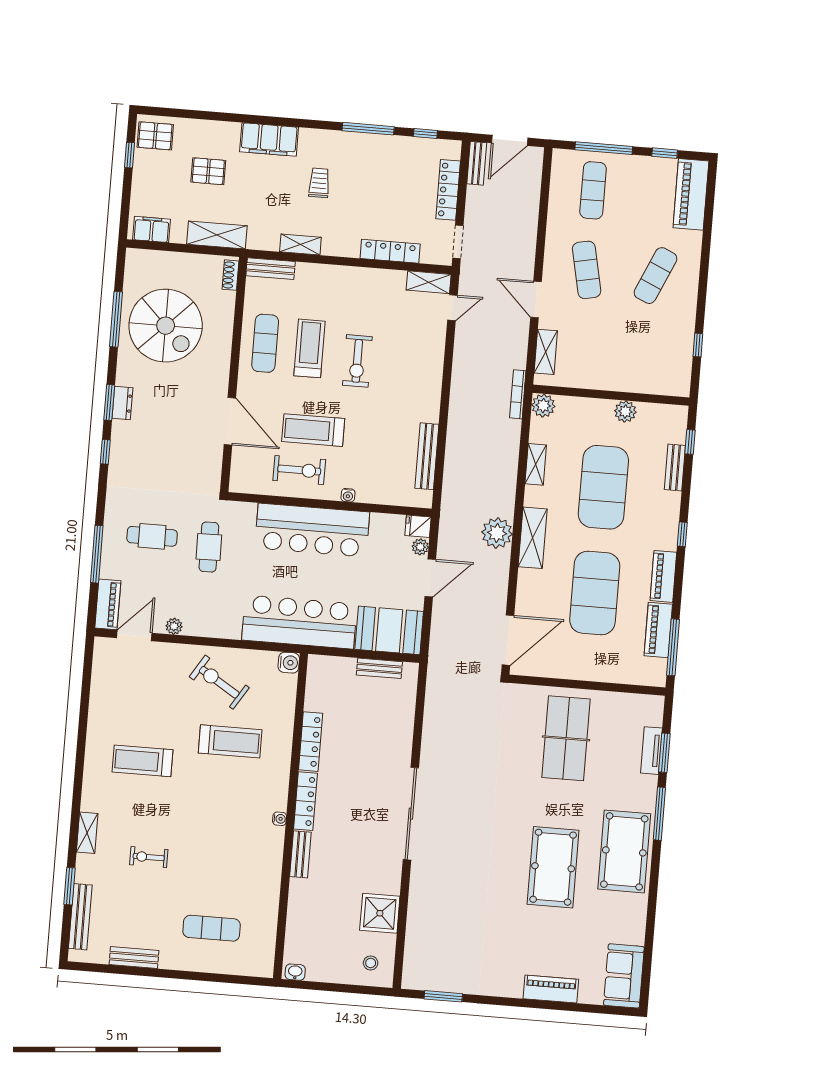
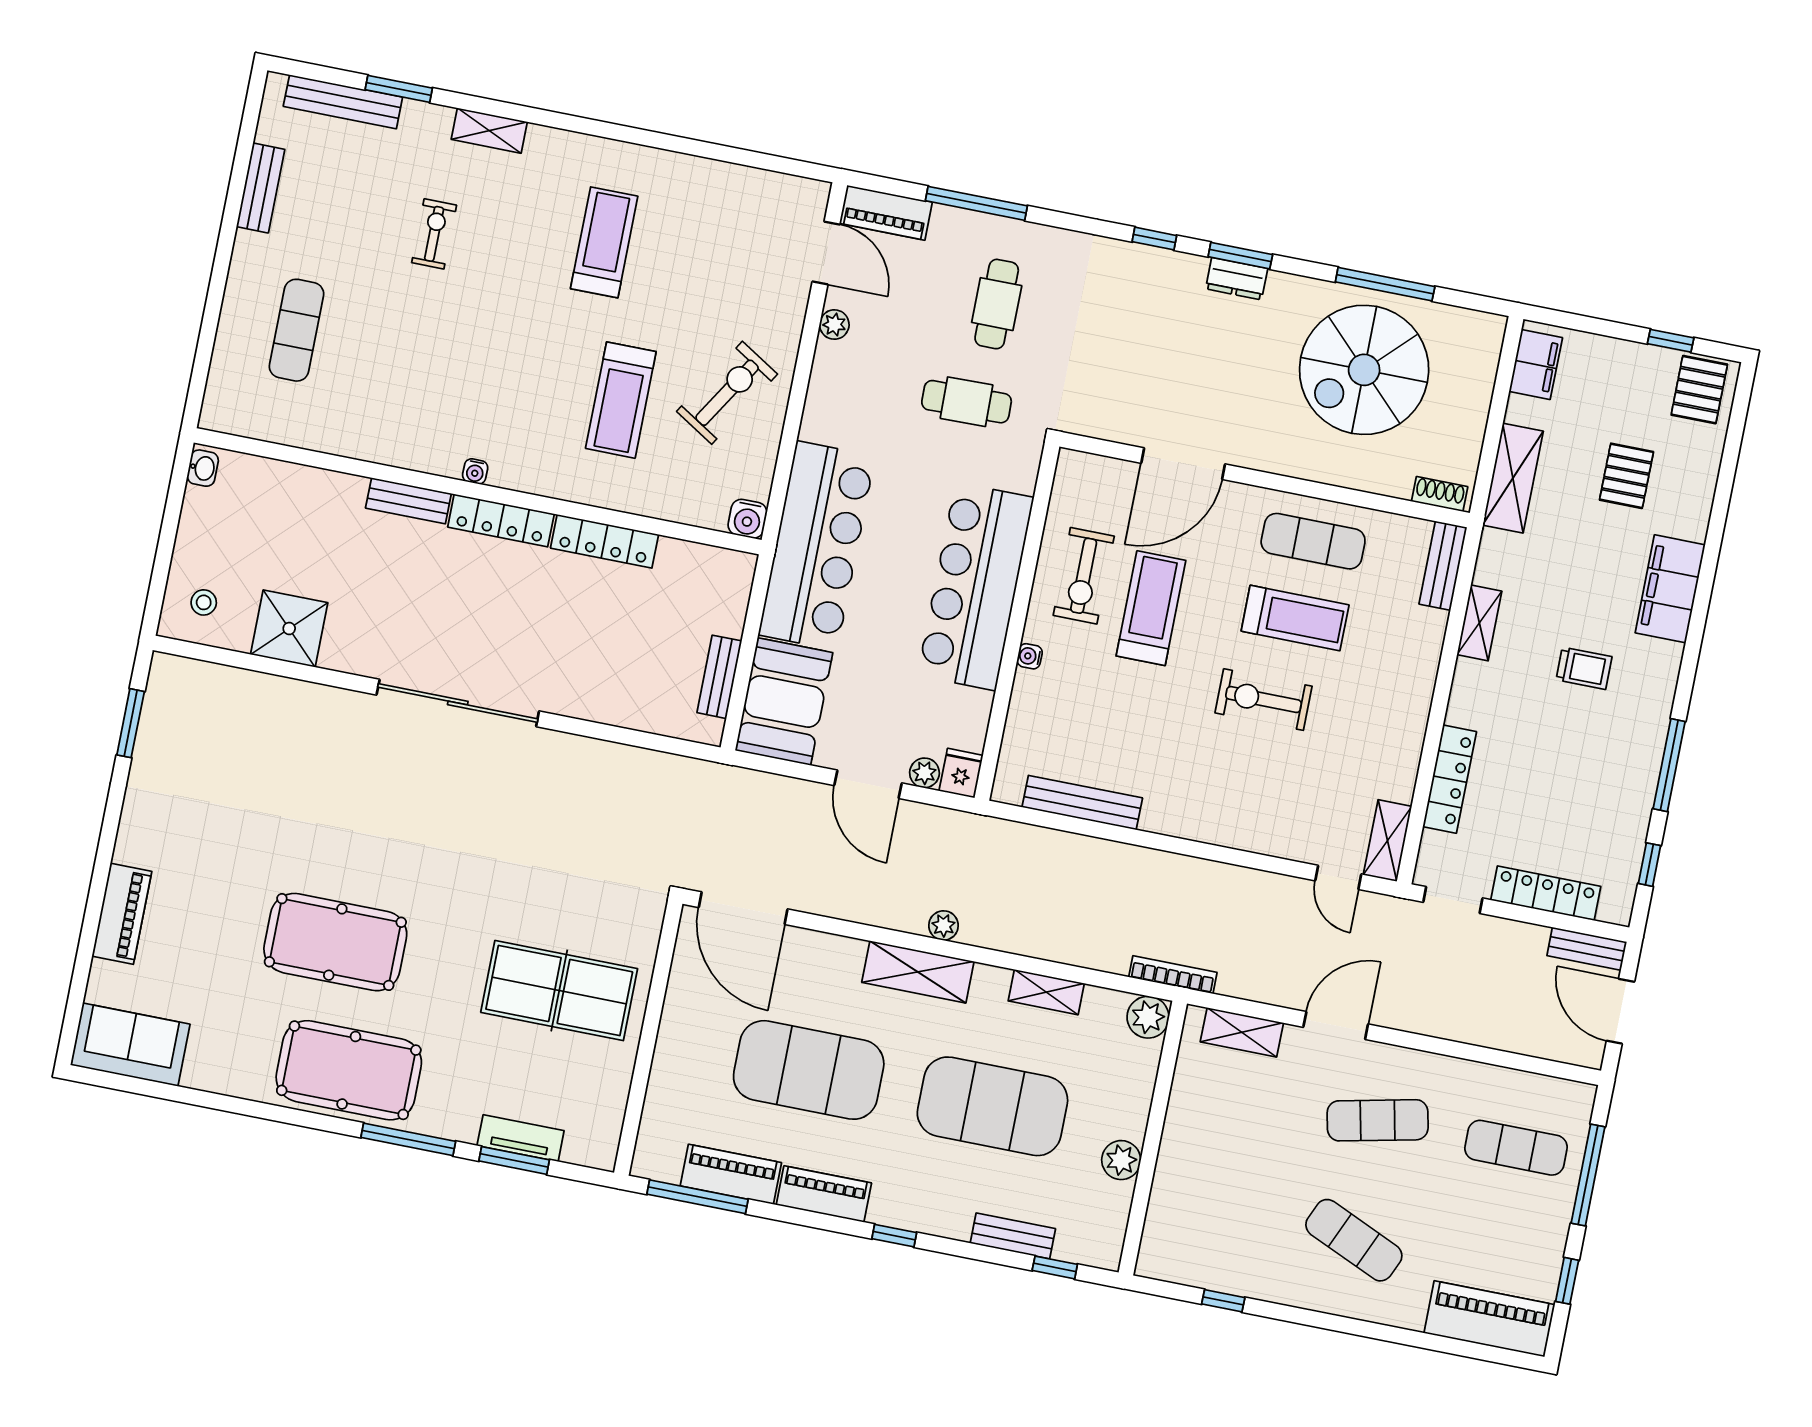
plant: (497, 533) -> (944, 926), width x0.53, depth x0.53

